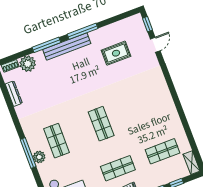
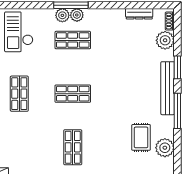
plant: (117, 30) -> (165, 148), added
window: (46, 45) -> (177, 67), width x0.69
plant: (34, 145) -> (77, 15), added
shop shelf: (162, 151) -> (73, 147), moved

